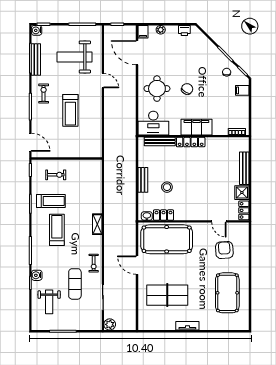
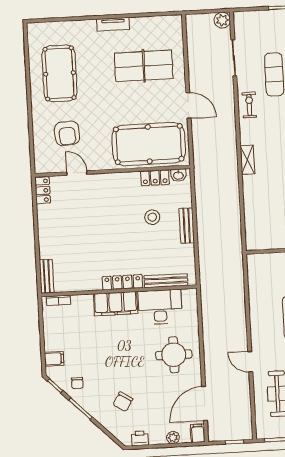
door: (137, 53) -> (205, 403), swing flipped
chair: (187, 89) -> (123, 402), moved
desk: (153, 123) -> (160, 307), moved
bench: (244, 168) -> (47, 276), moved, width x0.73
shower: (242, 193) -> (47, 215), removed

